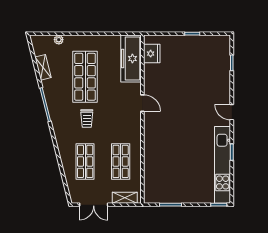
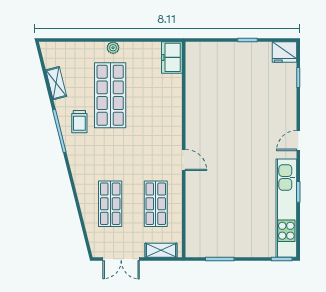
plant: (59, 40) -> (113, 48), moved
fridge: (152, 54) -> (284, 52), moved, turned 90
freezer: (131, 59) -> (172, 57), width x0.52, depth x0.79
door: (142, 103) -> (184, 160), moved
door: (232, 112) -> (298, 141), hinge flipped
trolley: (87, 118) -> (79, 122), moved

